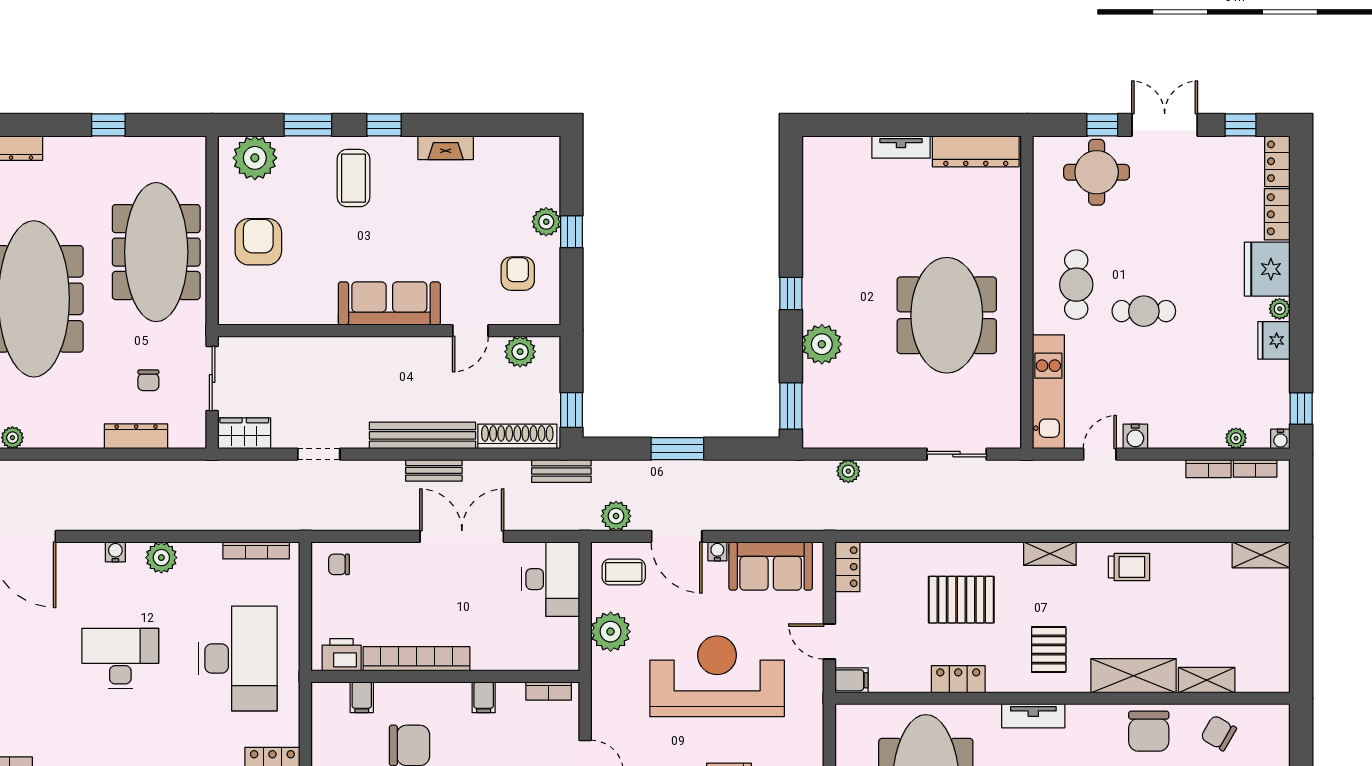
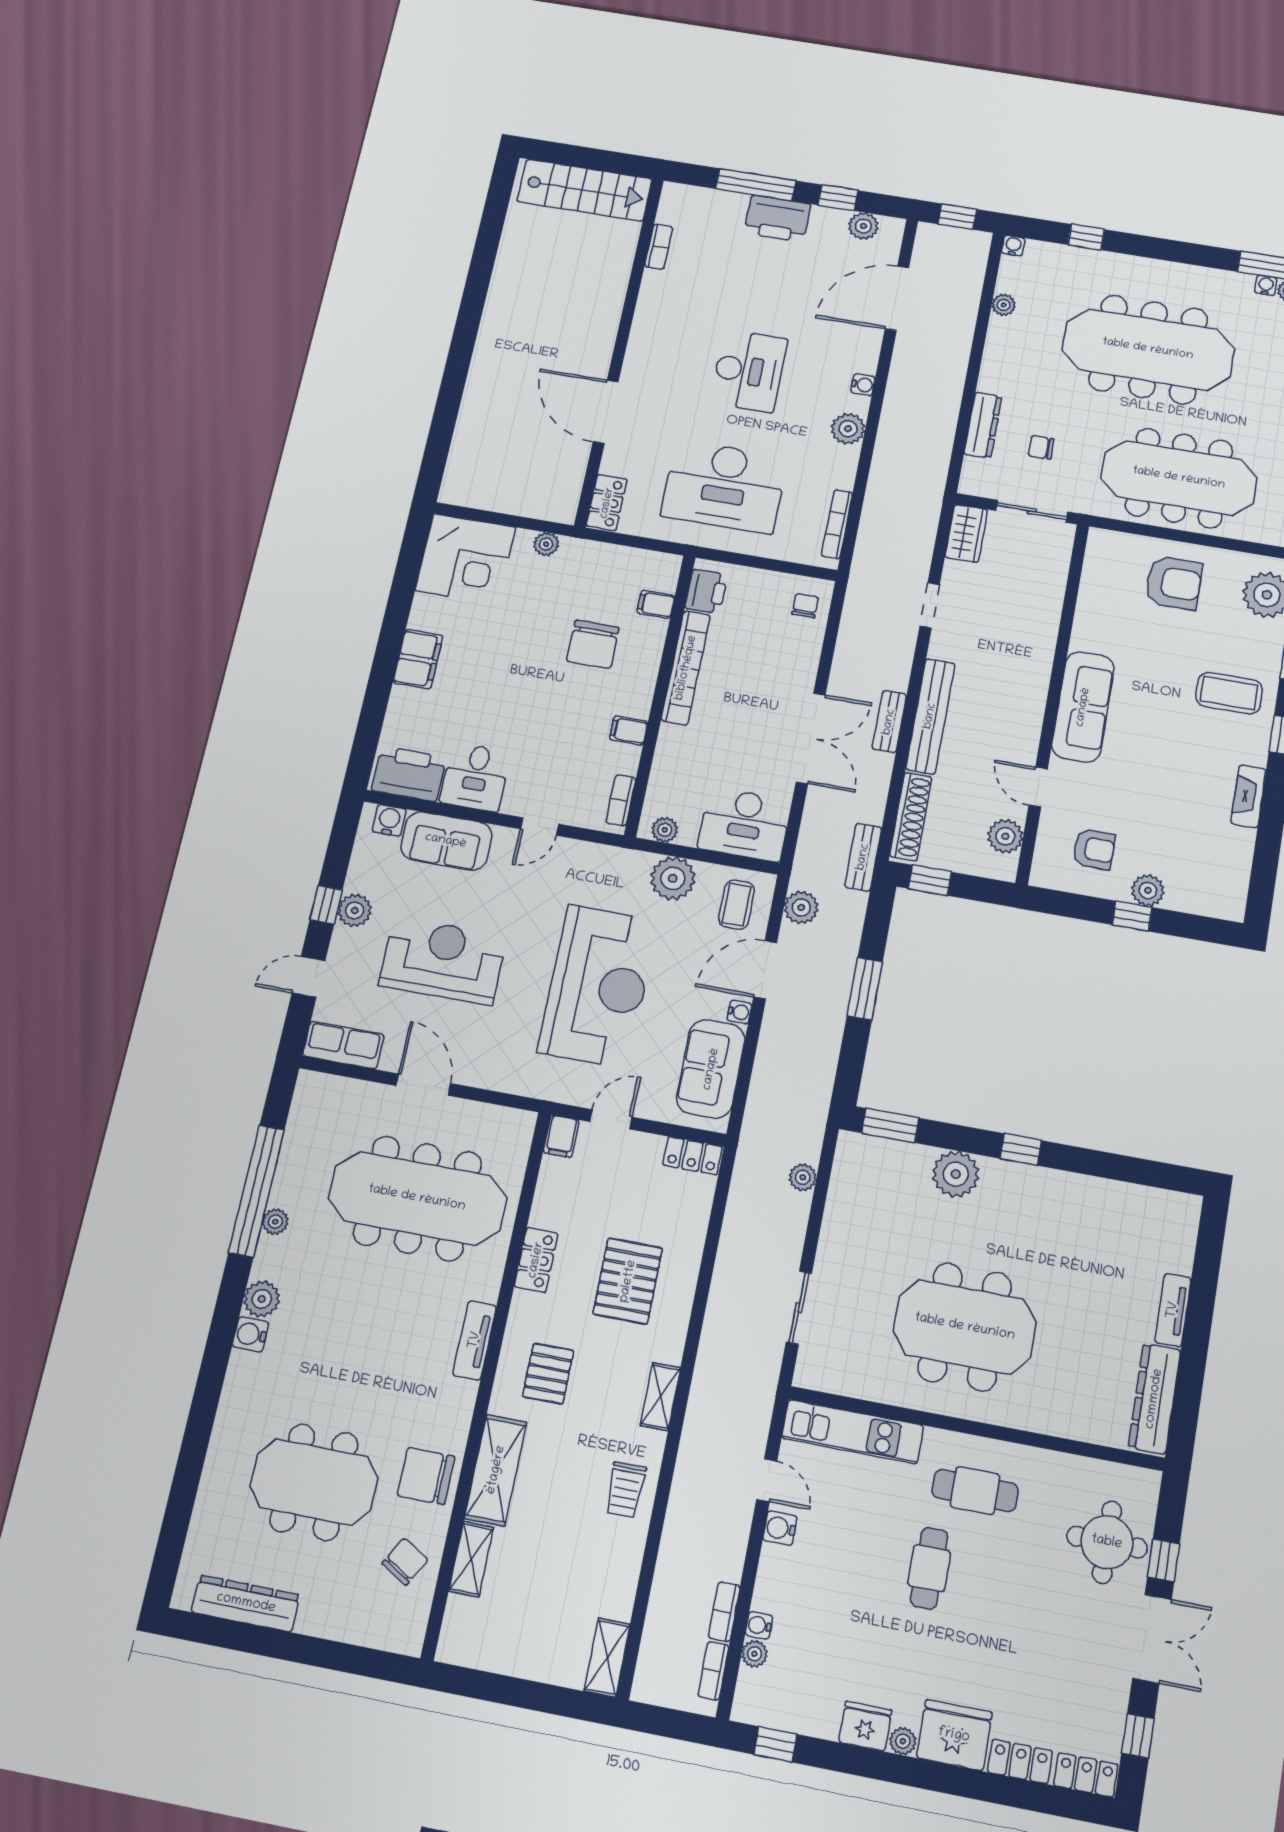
water cooler: (1280, 439) -> (759, 1625), moved
plant: (568, 647) -> (665, 830), added
pallet: (1049, 650) -> (548, 1374), turned 90

